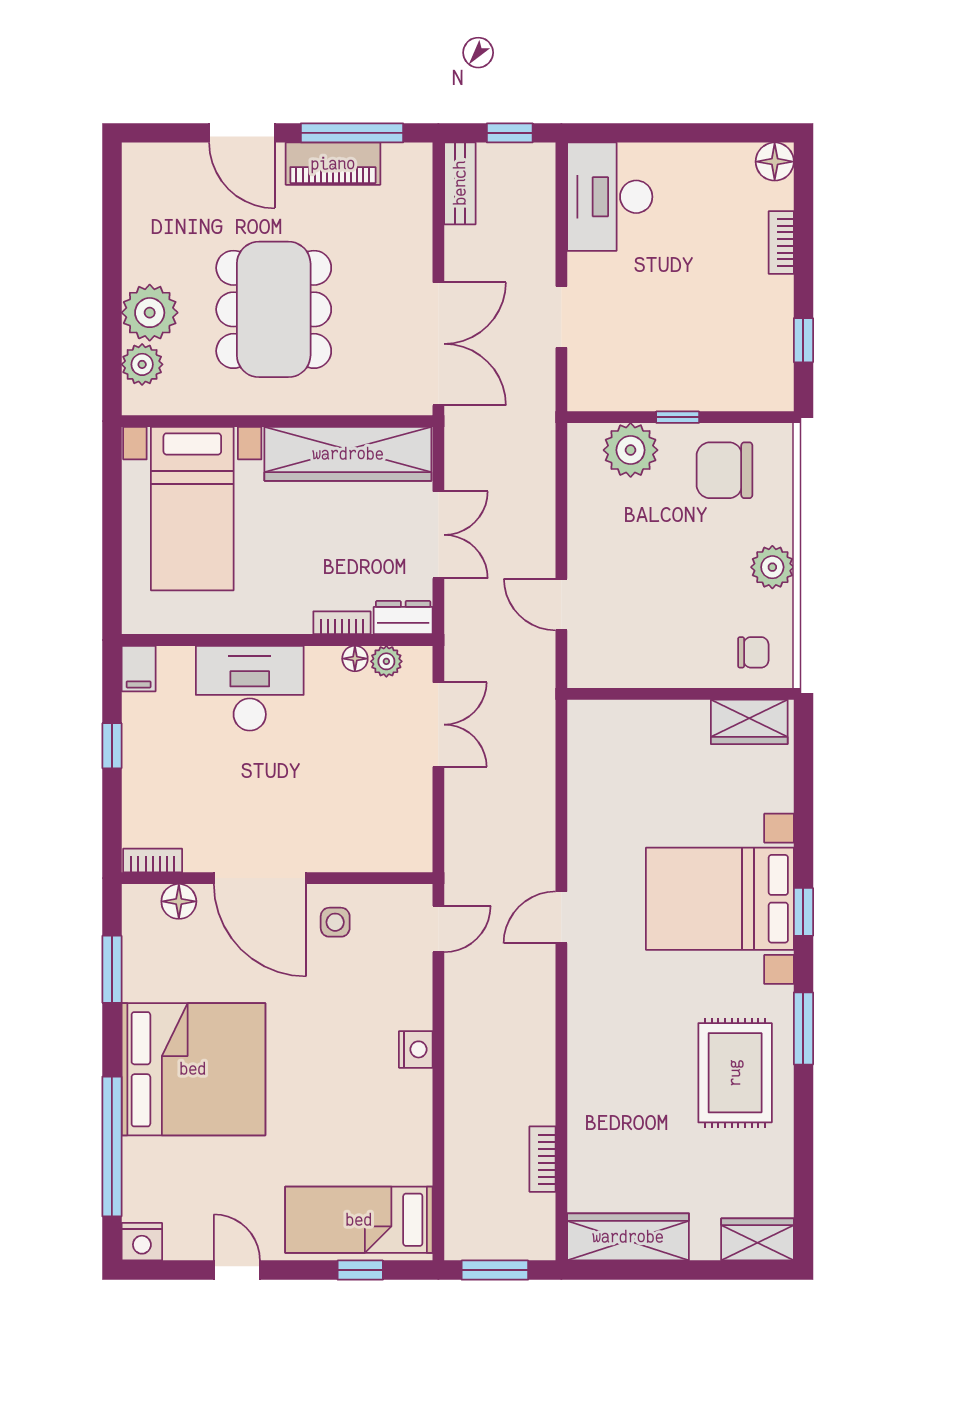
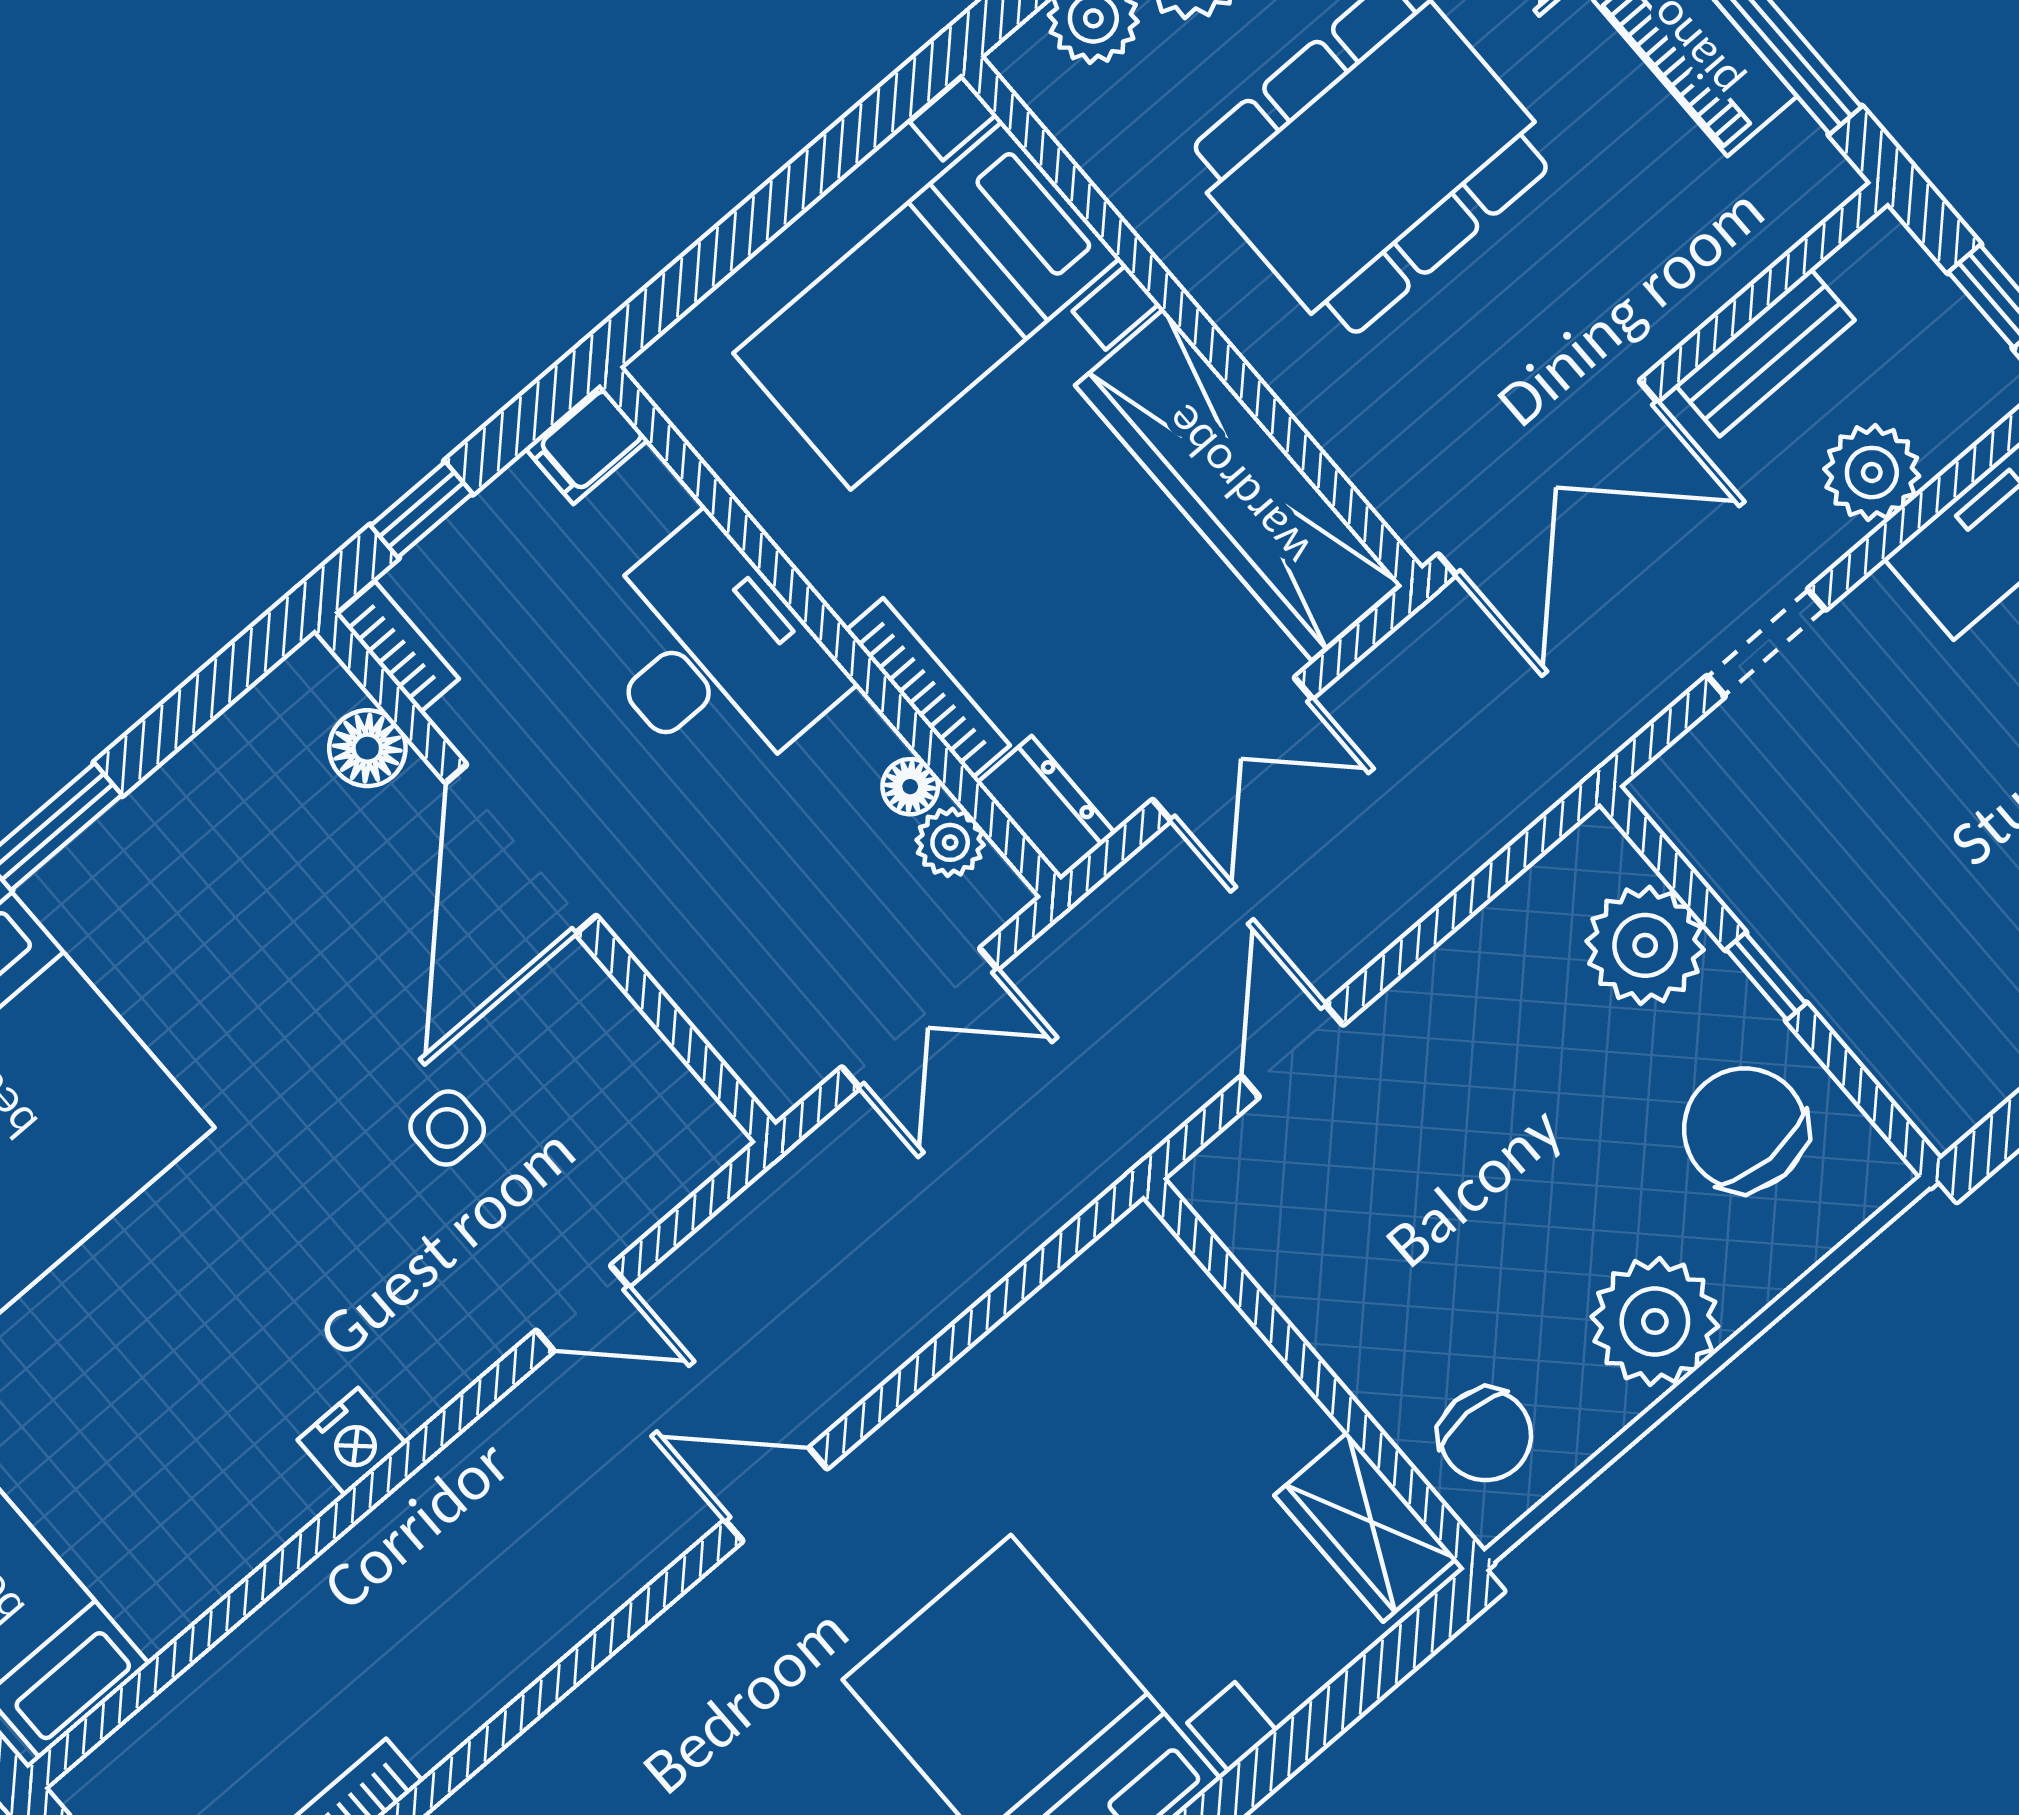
bench: (460, 183) -> (1765, 353), moved
plant: (534, 229) -> (1872, 473), added
plant: (772, 567) -> (1655, 1322), width x1.36, depth x1.36
bookcase: (342, 623) -> (928, 688), width x1.56
chair: (753, 652) -> (1485, 1435), width x1.37, depth x1.37
bookcase: (153, 861) -> (398, 647), moved
door: (260, 878) -> (521, 849), moved
wall: (277, 878) -> (545, 877), moved
floor lamp: (179, 901) -> (367, 748), moved

